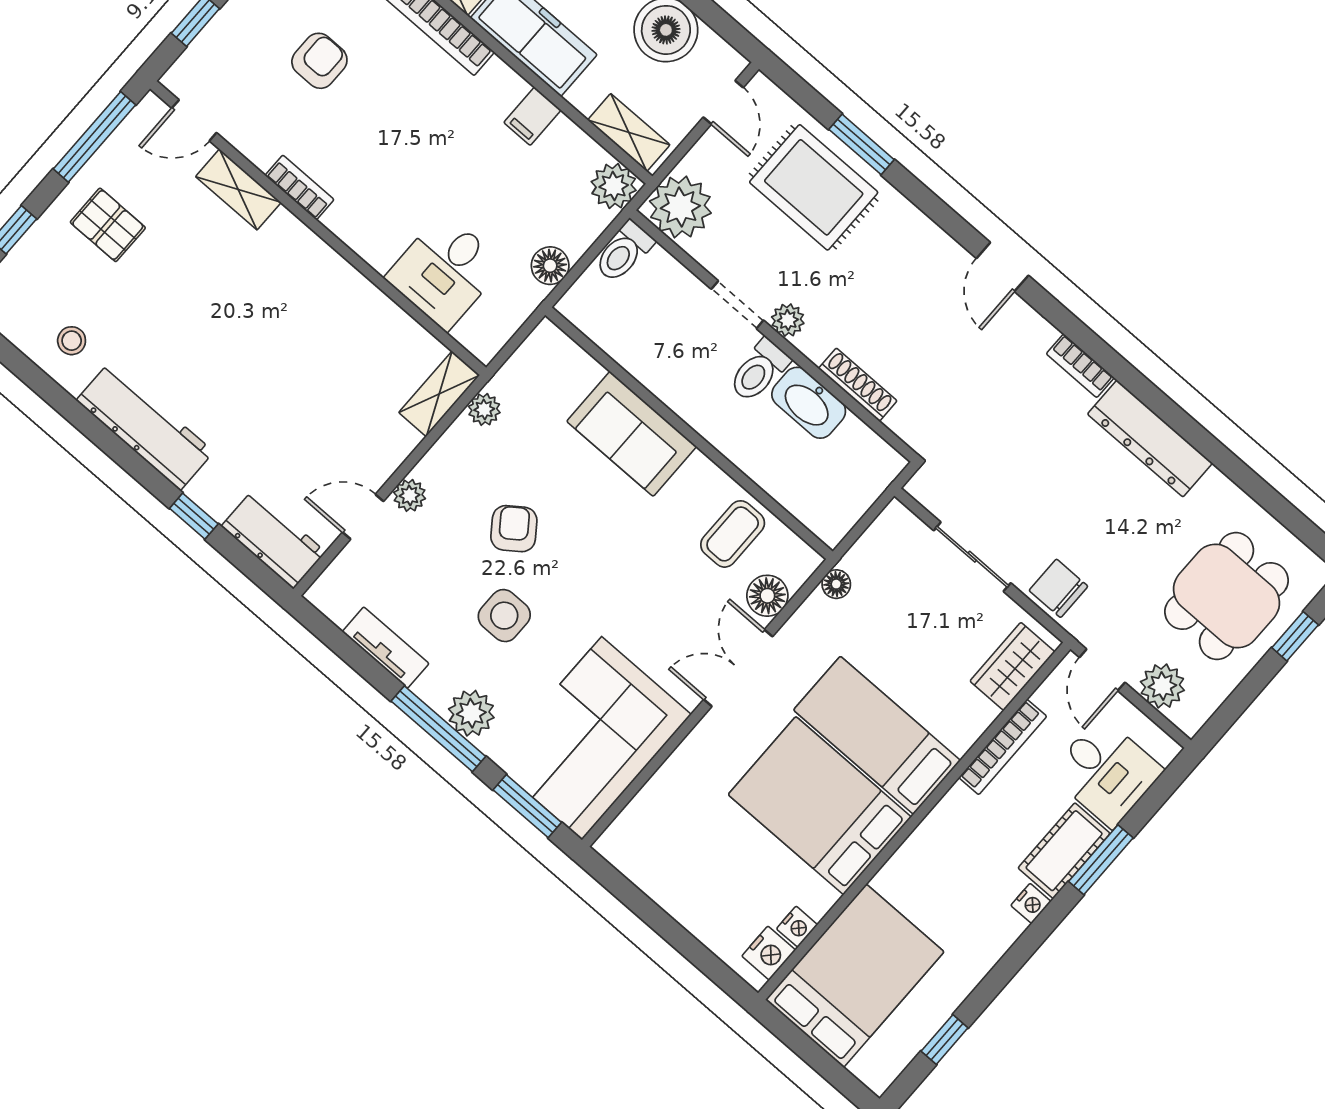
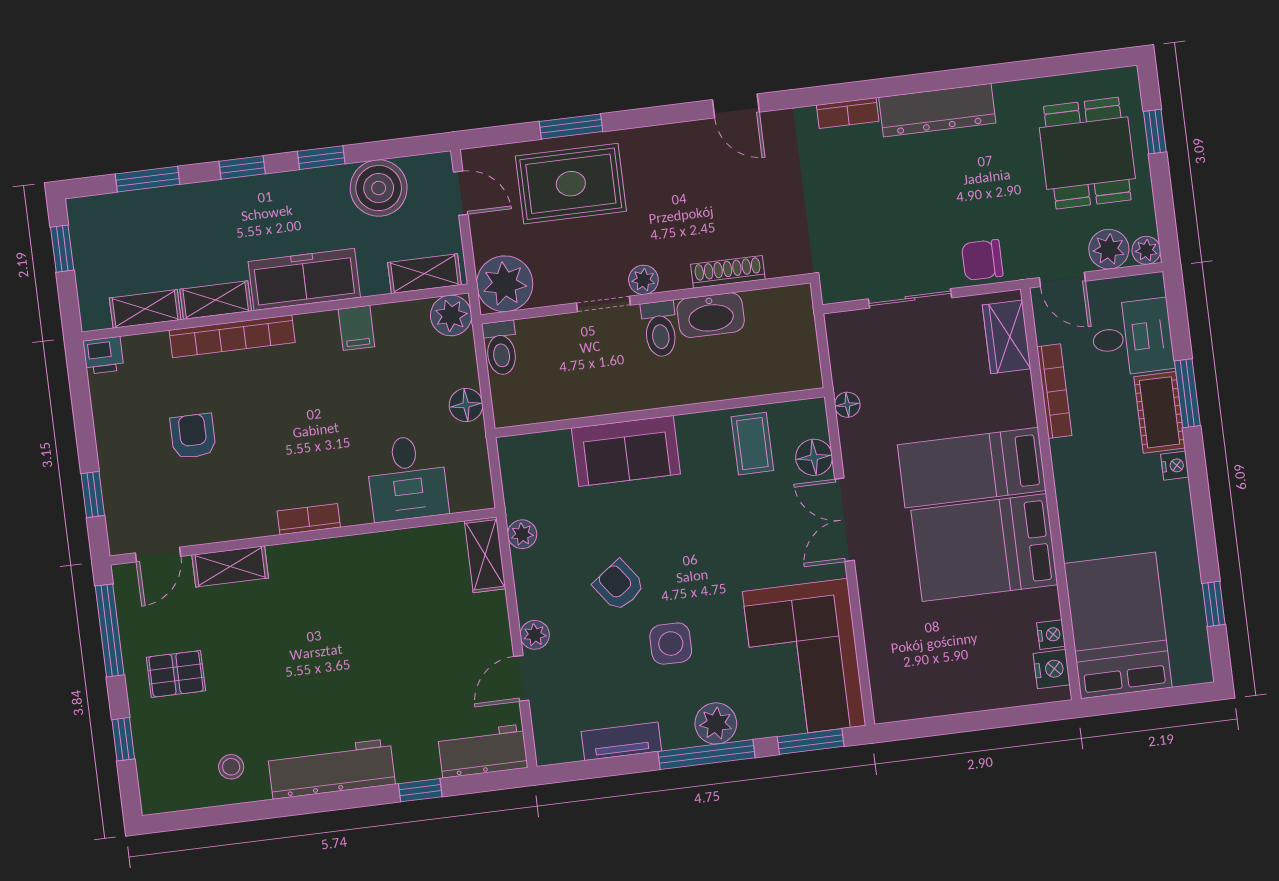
bookcase: (300, 187) -> (309, 519), moved
plant: (1189, 718) -> (1146, 250), added

